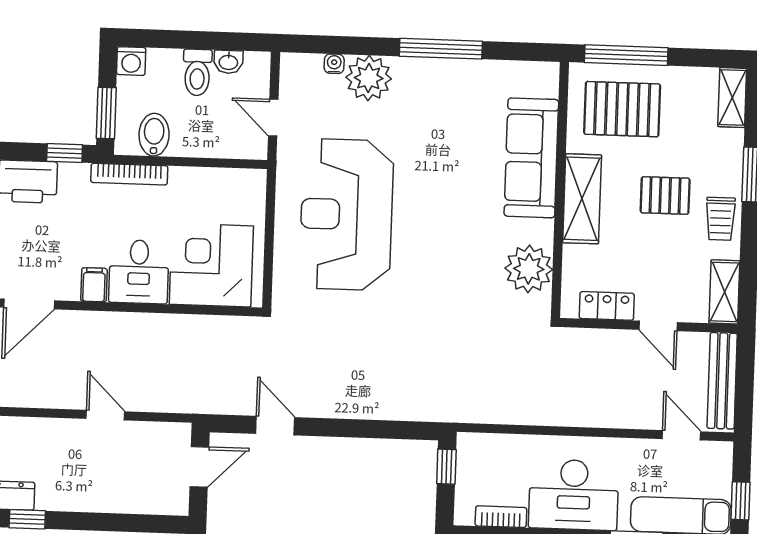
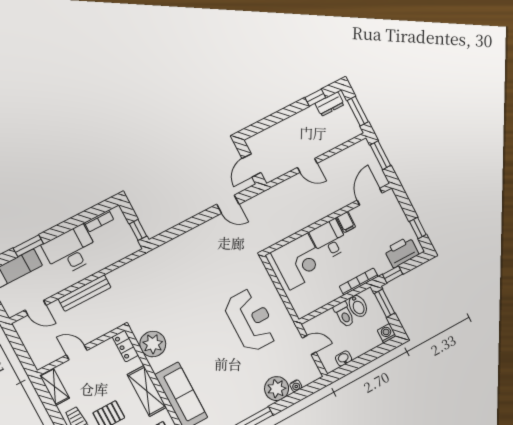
toilet: (197, 72) -> (344, 314), moved, turned 180
reception desk: (346, 215) -> (251, 320), width x0.74, depth x0.77
locker: (607, 306) -> (125, 346), moved, turned 90
bench: (722, 381) -> (85, 293), moved, turned 90

